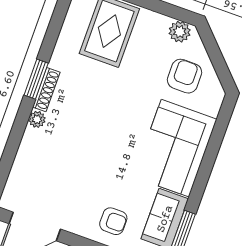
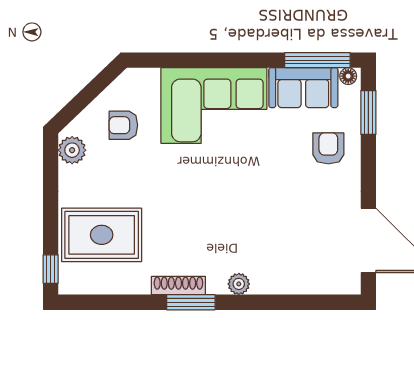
armchair: (185, 76) -> (123, 125), width x0.72, depth x0.72
shoe rack: (46, 90) -> (178, 286), moved

